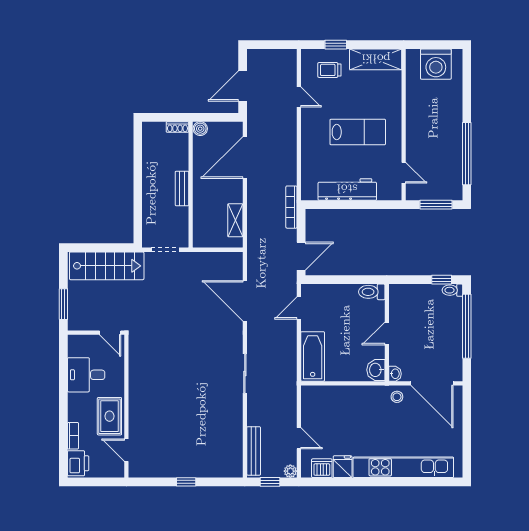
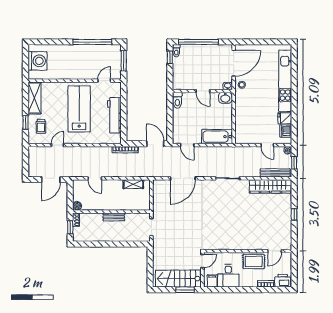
door: (243, 86) -> (51, 180), hinge flipped
window: (165, 117) -> (70, 227), added
lab bench: (358, 132) -> (79, 109), width x1.36, depth x1.39
door: (245, 157) -> (95, 178), width x0.53
stairs: (107, 266) -> (178, 279), moved, turned -90
filing cabinet: (78, 349) -> (212, 281), added
door: (299, 438) -> (267, 145), swing flipped
wardrobe: (232, 443) -> (270, 186), added

